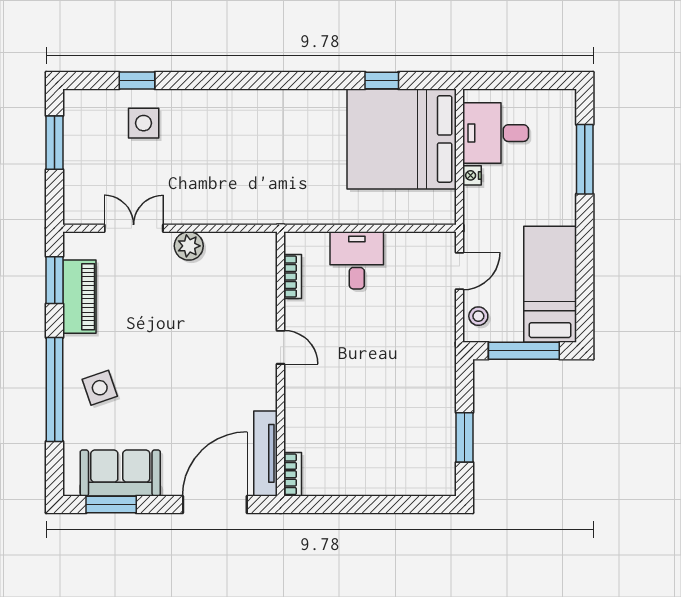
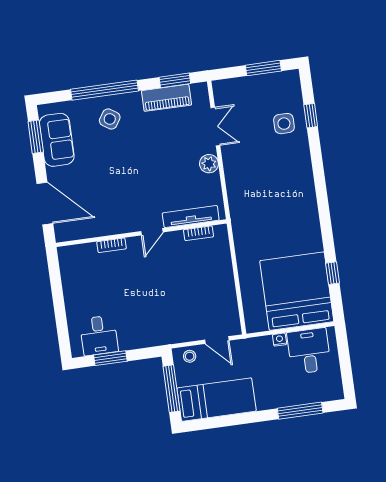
desk: (357, 260) -> (99, 335), moved, turned 90
side table: (100, 388) -> (110, 119), turned -37
tv unit: (266, 453) -> (191, 217), moved
bookcase: (293, 474) -> (112, 245), moved

